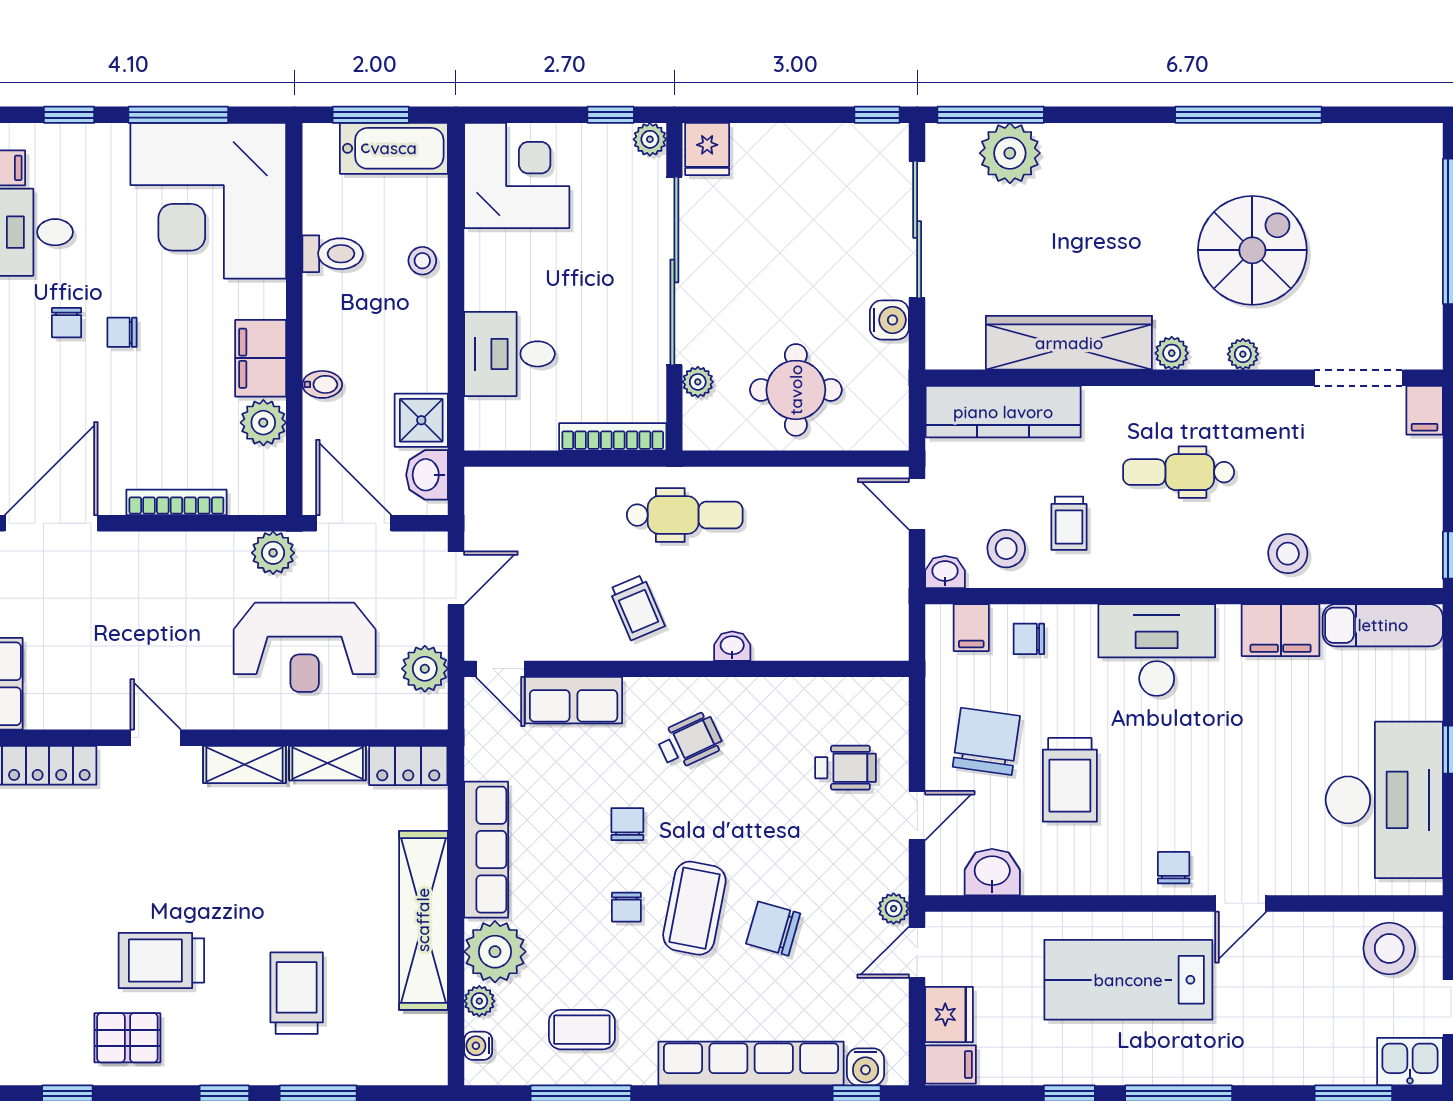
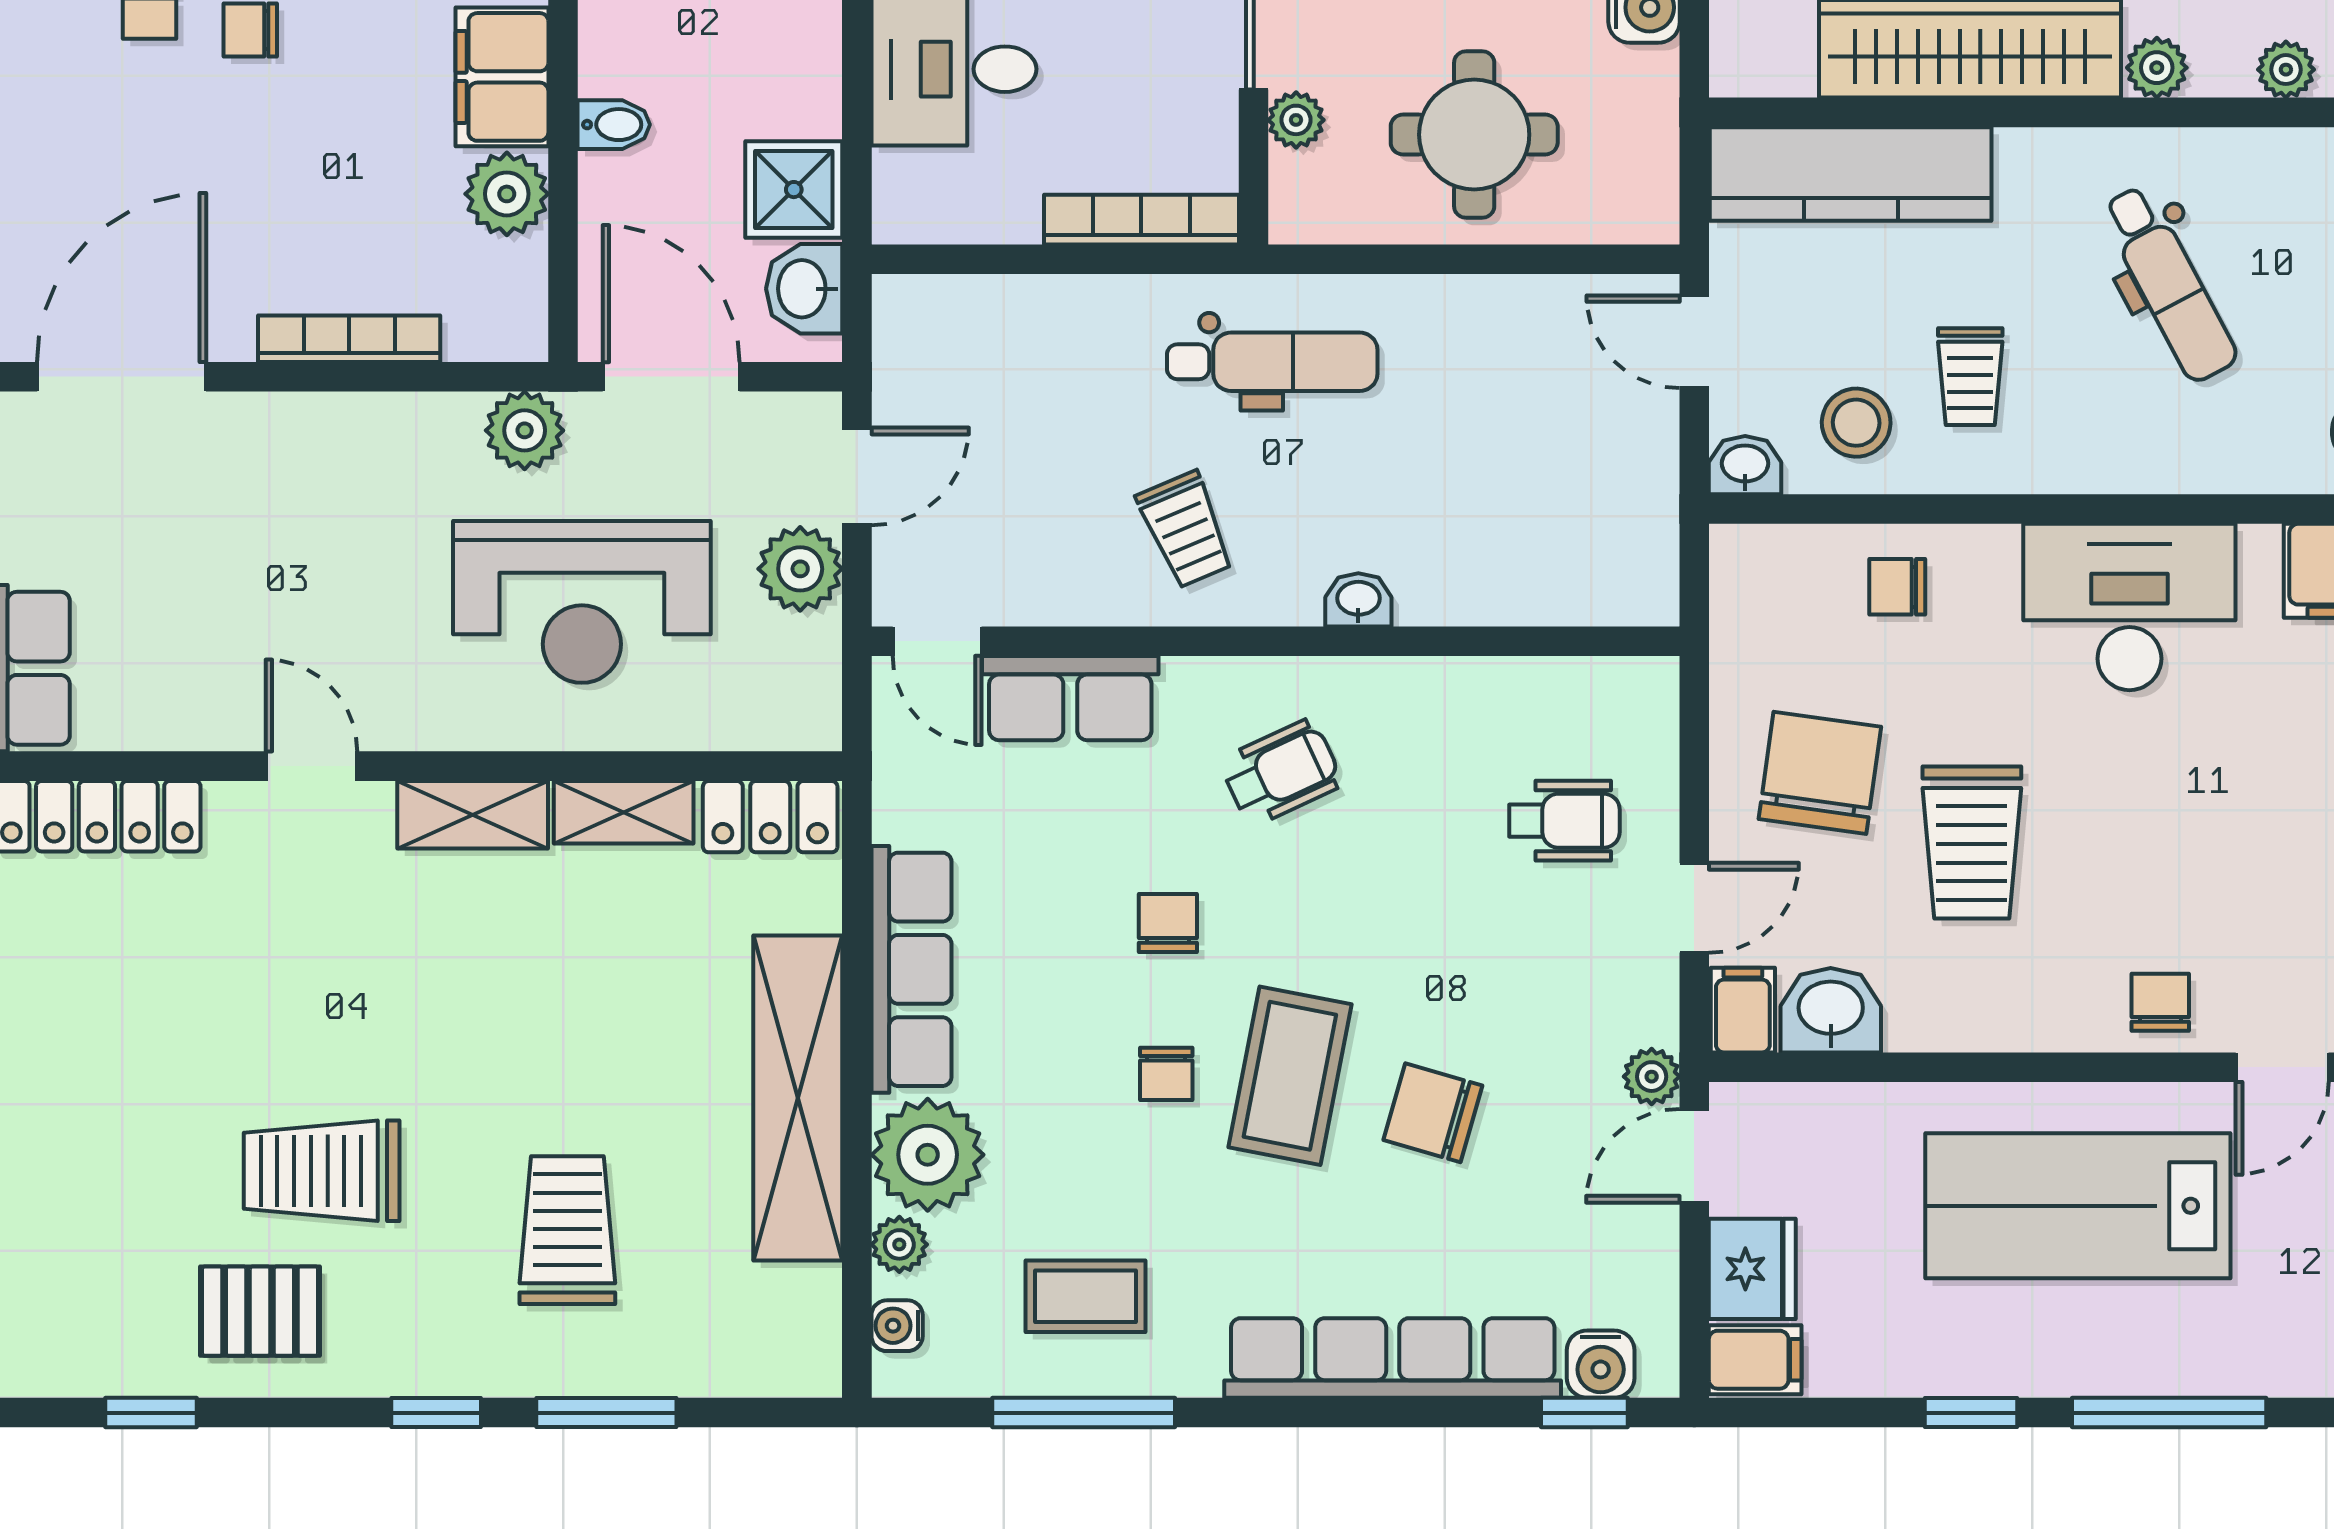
dental chair: (1179, 472) -> (2169, 284), turned -118
filing cabinet: (971, 628) -> (1743, 1010), moved, turned 180
plant: (425, 669) -> (800, 569), moved

